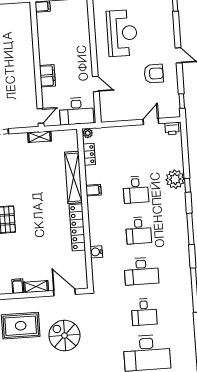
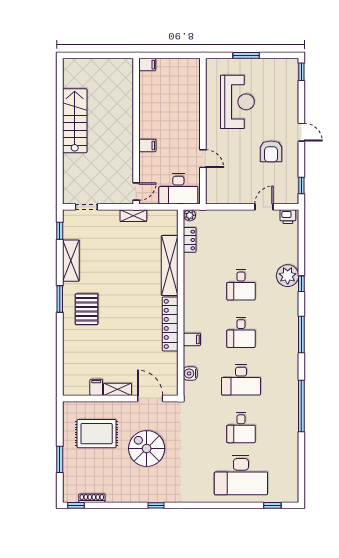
armchair: (154, 74) -> (271, 151), turned 90
filing cabinet: (47, 76) -> (147, 146), width x0.50
filing cabinet: (94, 190) -> (192, 339), moved
water cooler: (96, 252) -> (190, 373), moved

